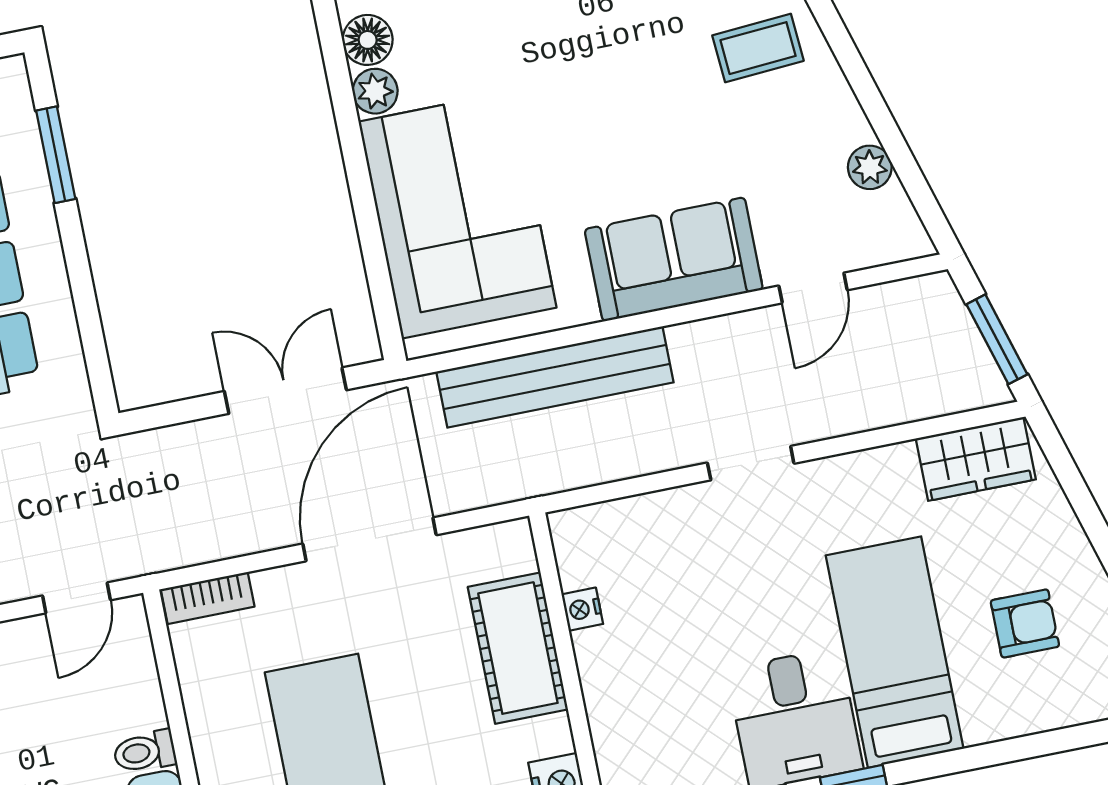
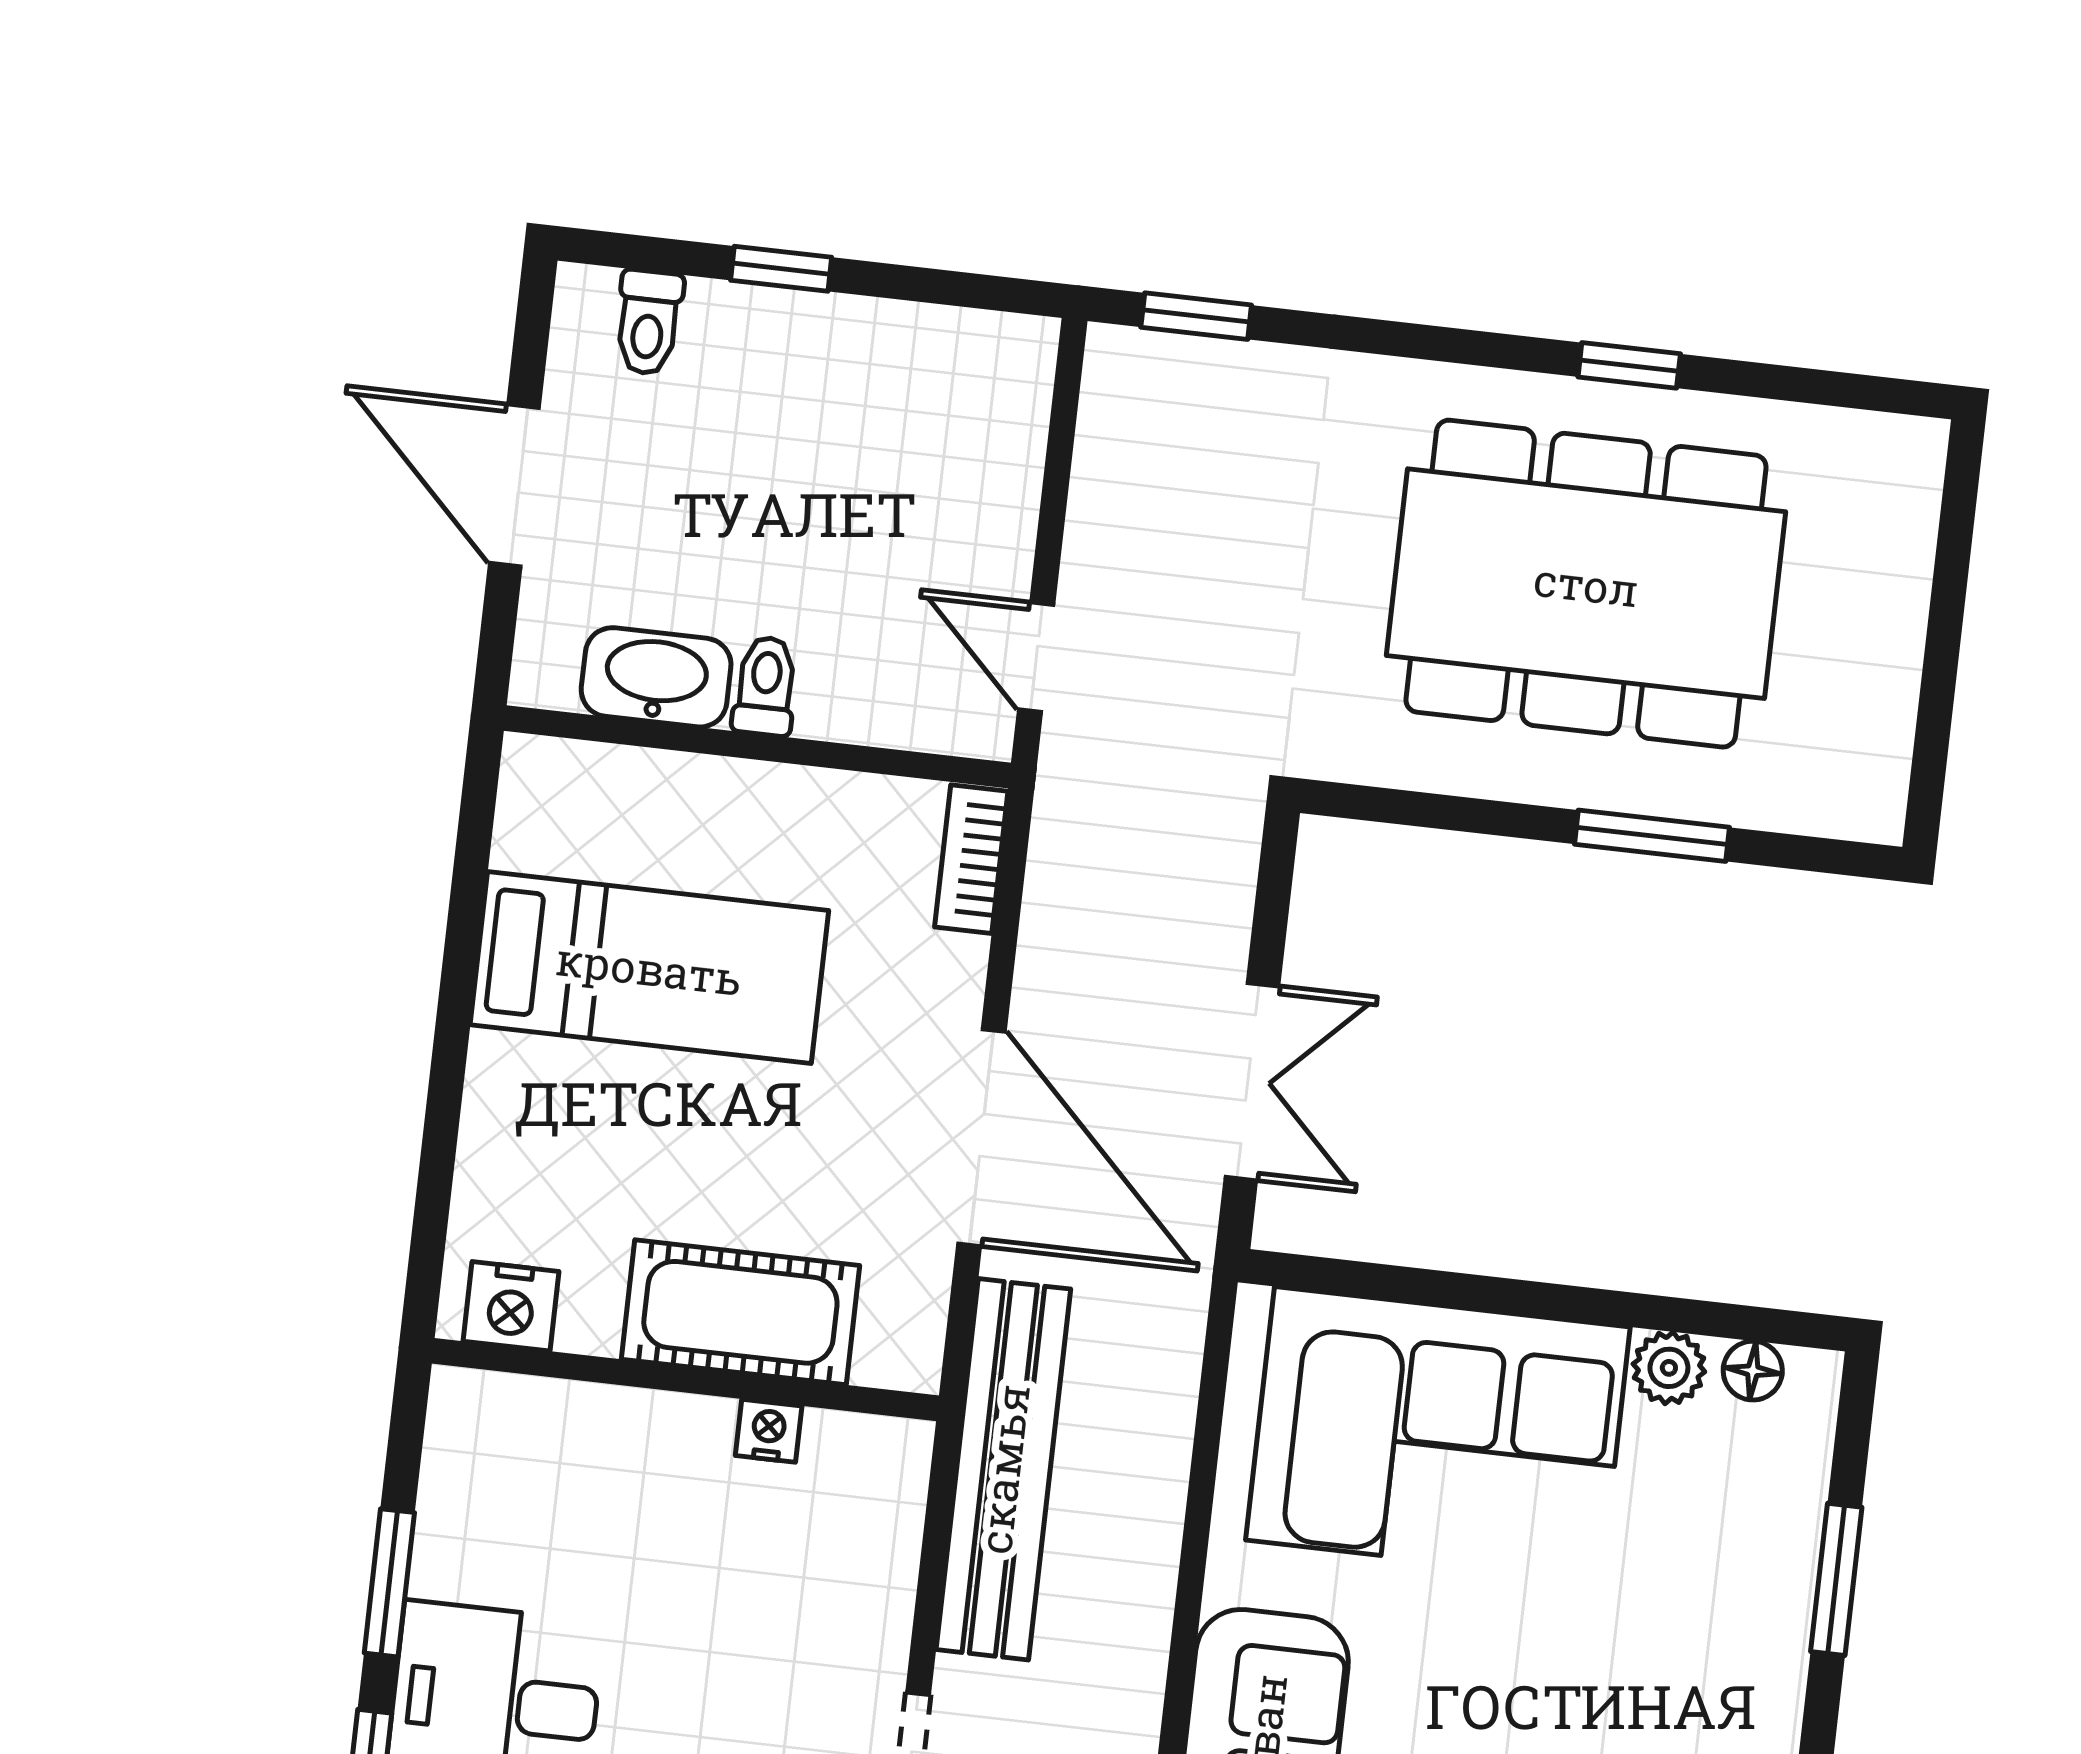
floor lamp: (368, 40) -> (1753, 1371), width x0.73, depth x0.73
window: (56, 155) -> (1652, 836), moved
bench: (555, 377) -> (1003, 1469), moved

